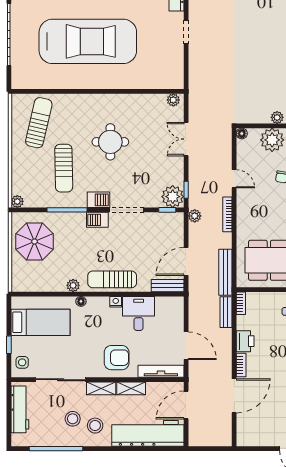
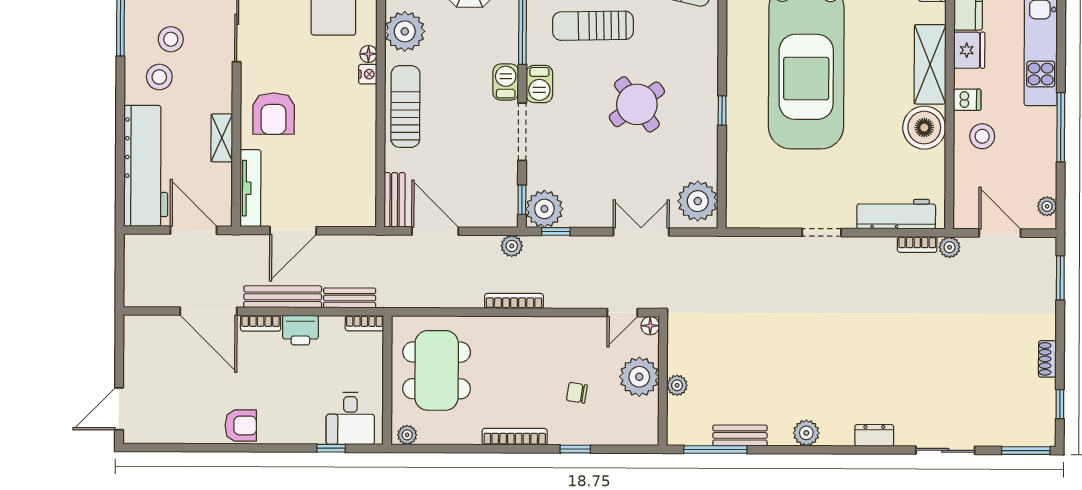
window: (114, 91) -> (722, 111), added
plant: (173, 100) -> (698, 201), width x1.88, depth x1.88
round table: (110, 142) -> (637, 104), turned -36
door: (234, 179) -> (622, 313), moved
bench: (225, 272) -> (283, 297), moved
plant: (73, 285) -> (405, 31), width x1.87, depth x1.87
nightstand: (116, 302) -> (368, 74), moved
desk: (139, 313) -> (348, 151), removed
shelving: (101, 388) -> (222, 87), removed

